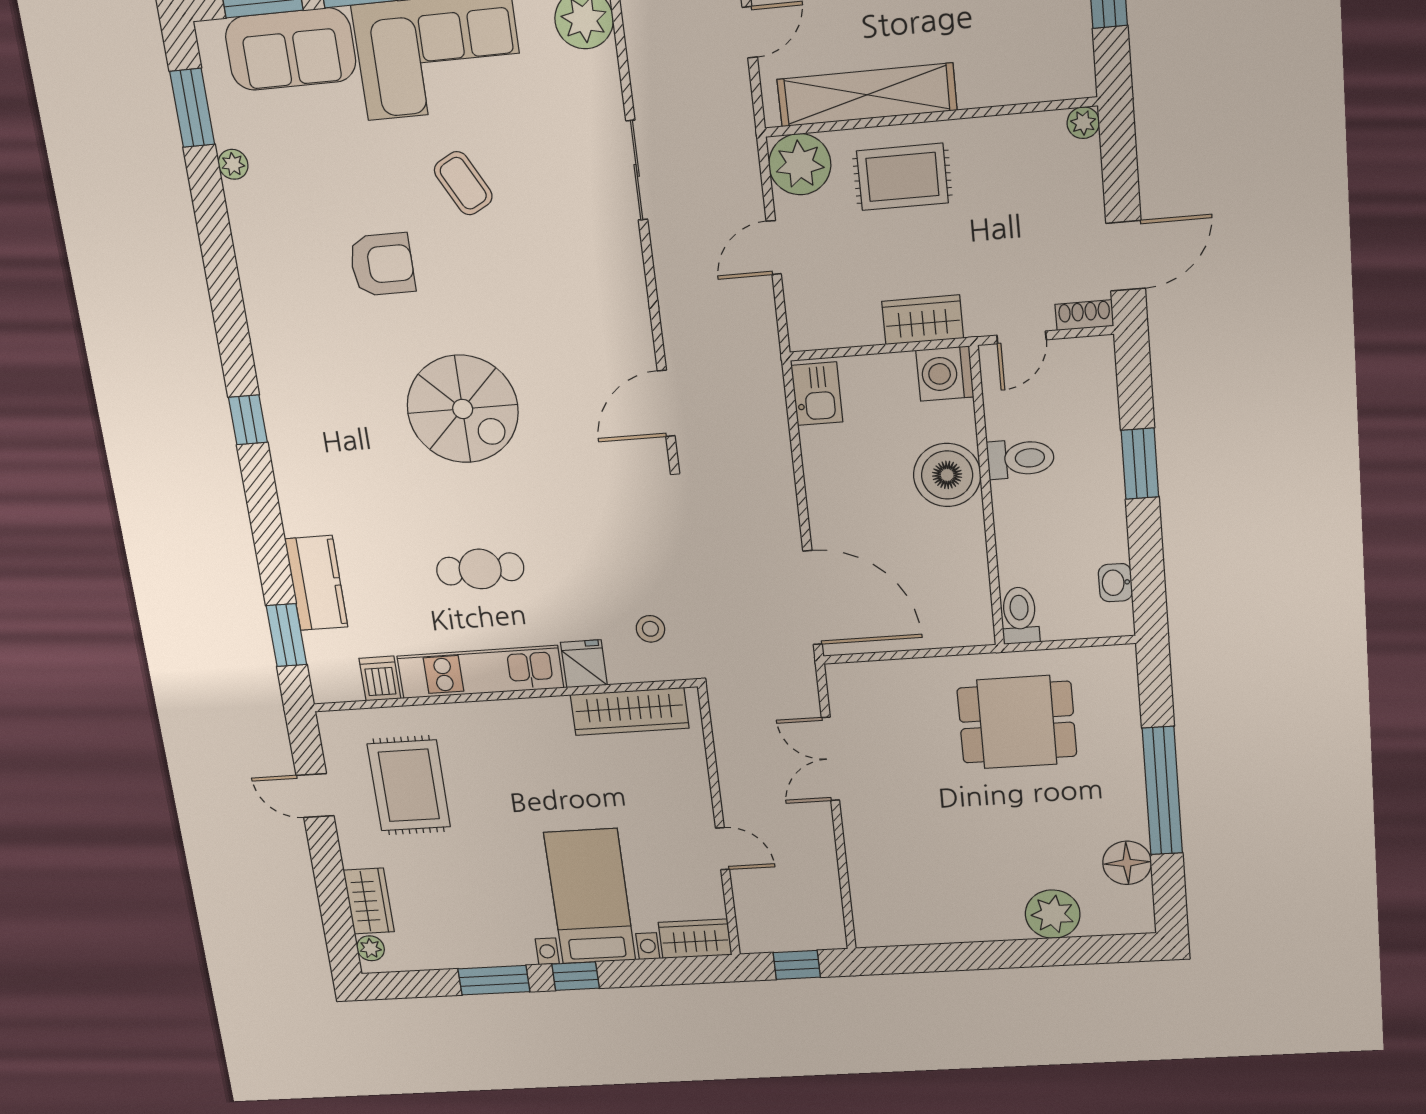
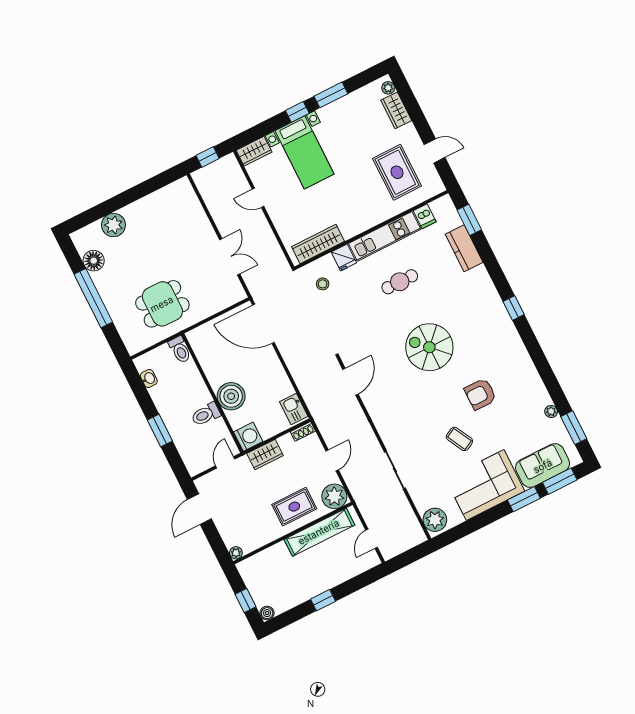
shoe rack: (1084, 315) -> (303, 431), moved

